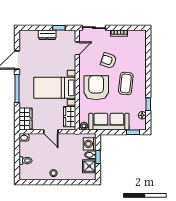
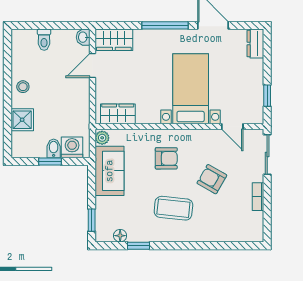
dresser: (47, 35) -> (255, 44), moved
armchair: (109, 61) -> (212, 179), turned -79
bed with nightstands: (55, 88) -> (191, 89), moved
armchair: (96, 88) -> (166, 158), width x0.53, depth x0.53
sofa: (109, 122) -> (109, 171), width x0.73
door: (51, 132) -> (93, 65), moved
shower: (89, 166) -> (22, 120), moved

